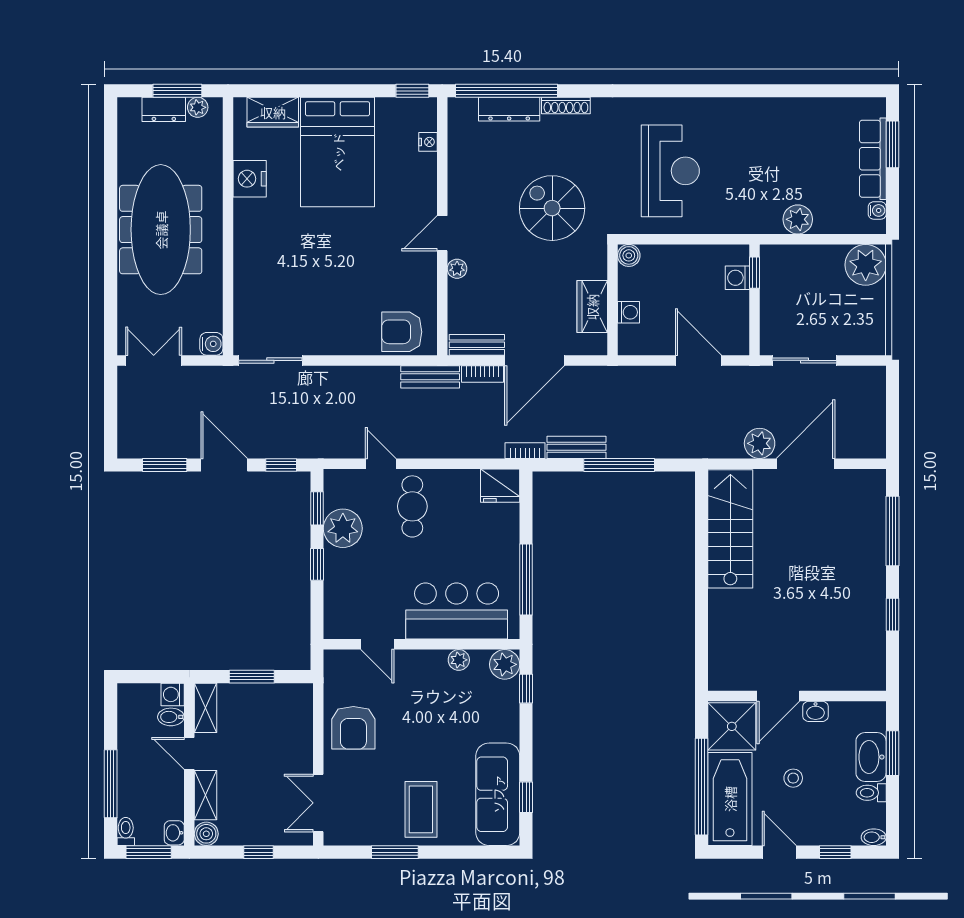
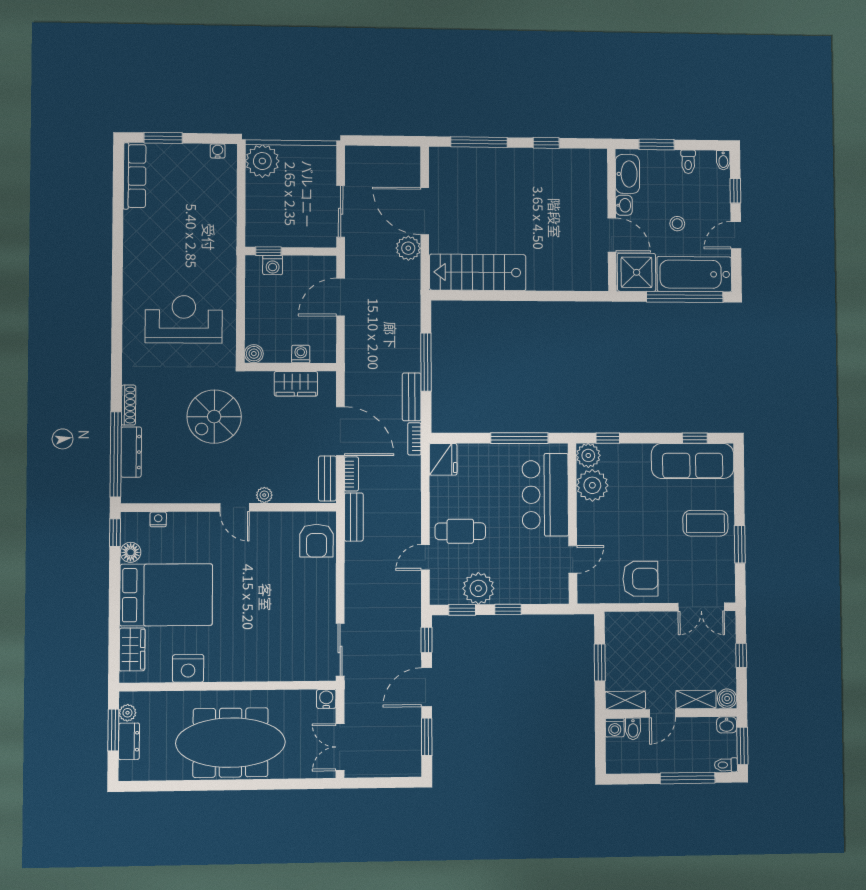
floor lamp: (389, 109) -> (131, 552), added
row of seats: (873, 159) -> (135, 176), moved, turned -90
plant: (798, 219) -> (225, 216), removed
plant: (459, 660) -> (592, 485), width x1.87, depth x1.87
washbasin: (871, 757) -> (627, 174), moved, turned -90

